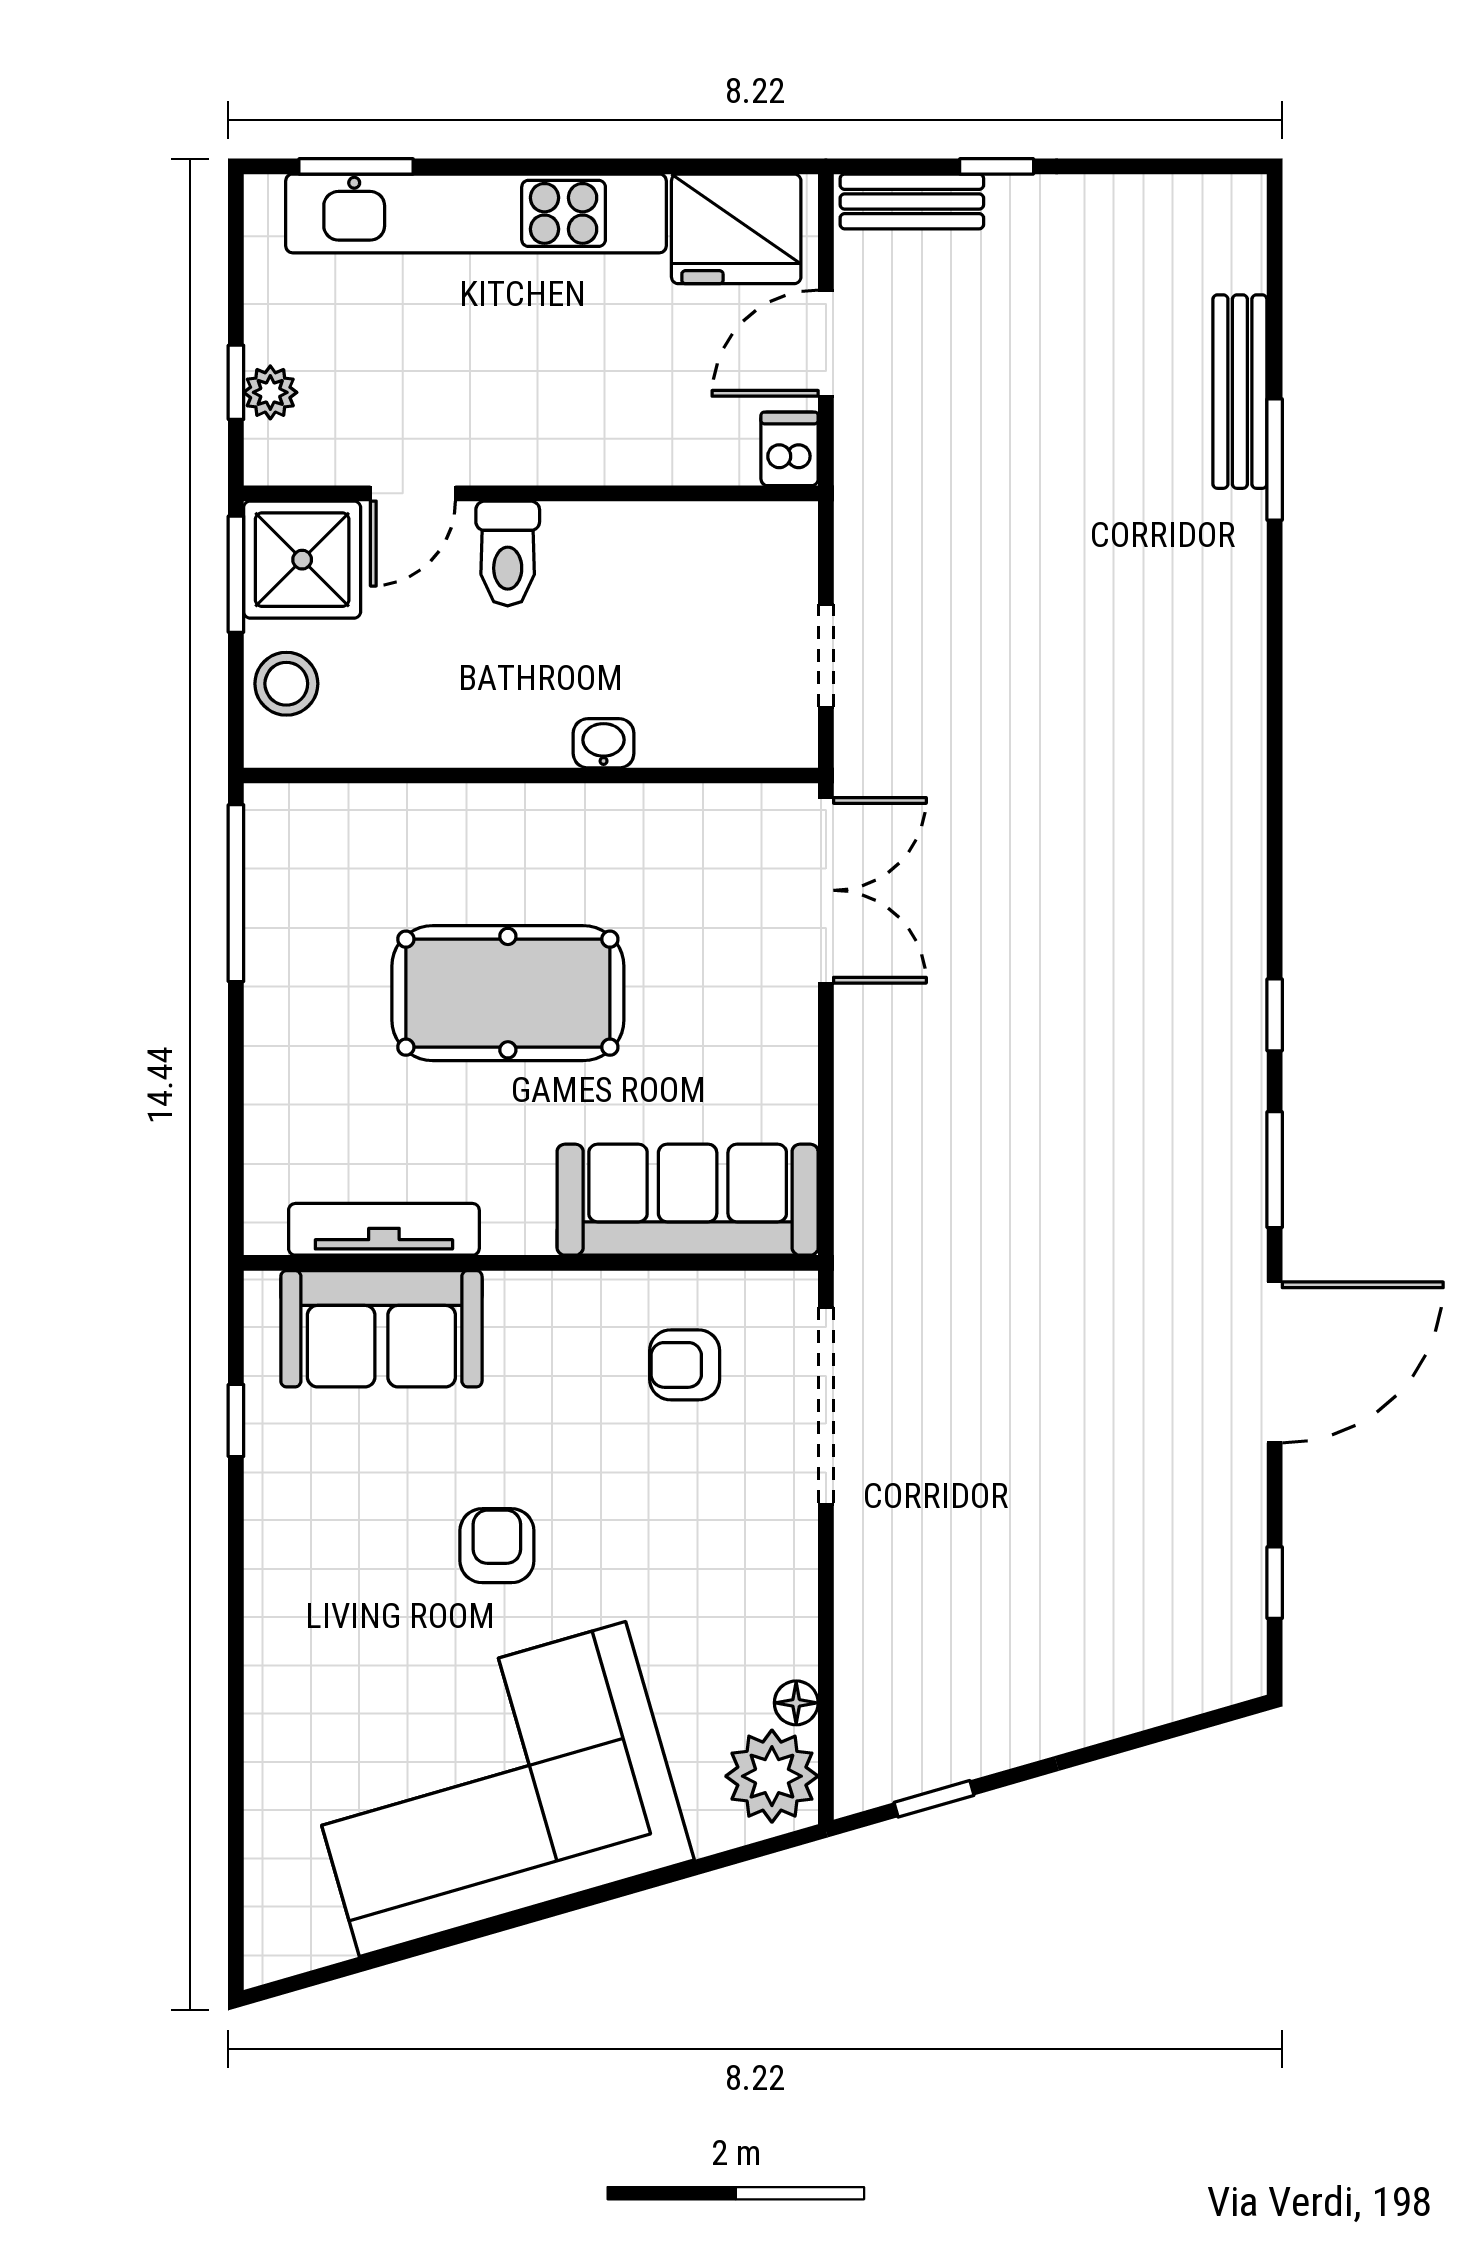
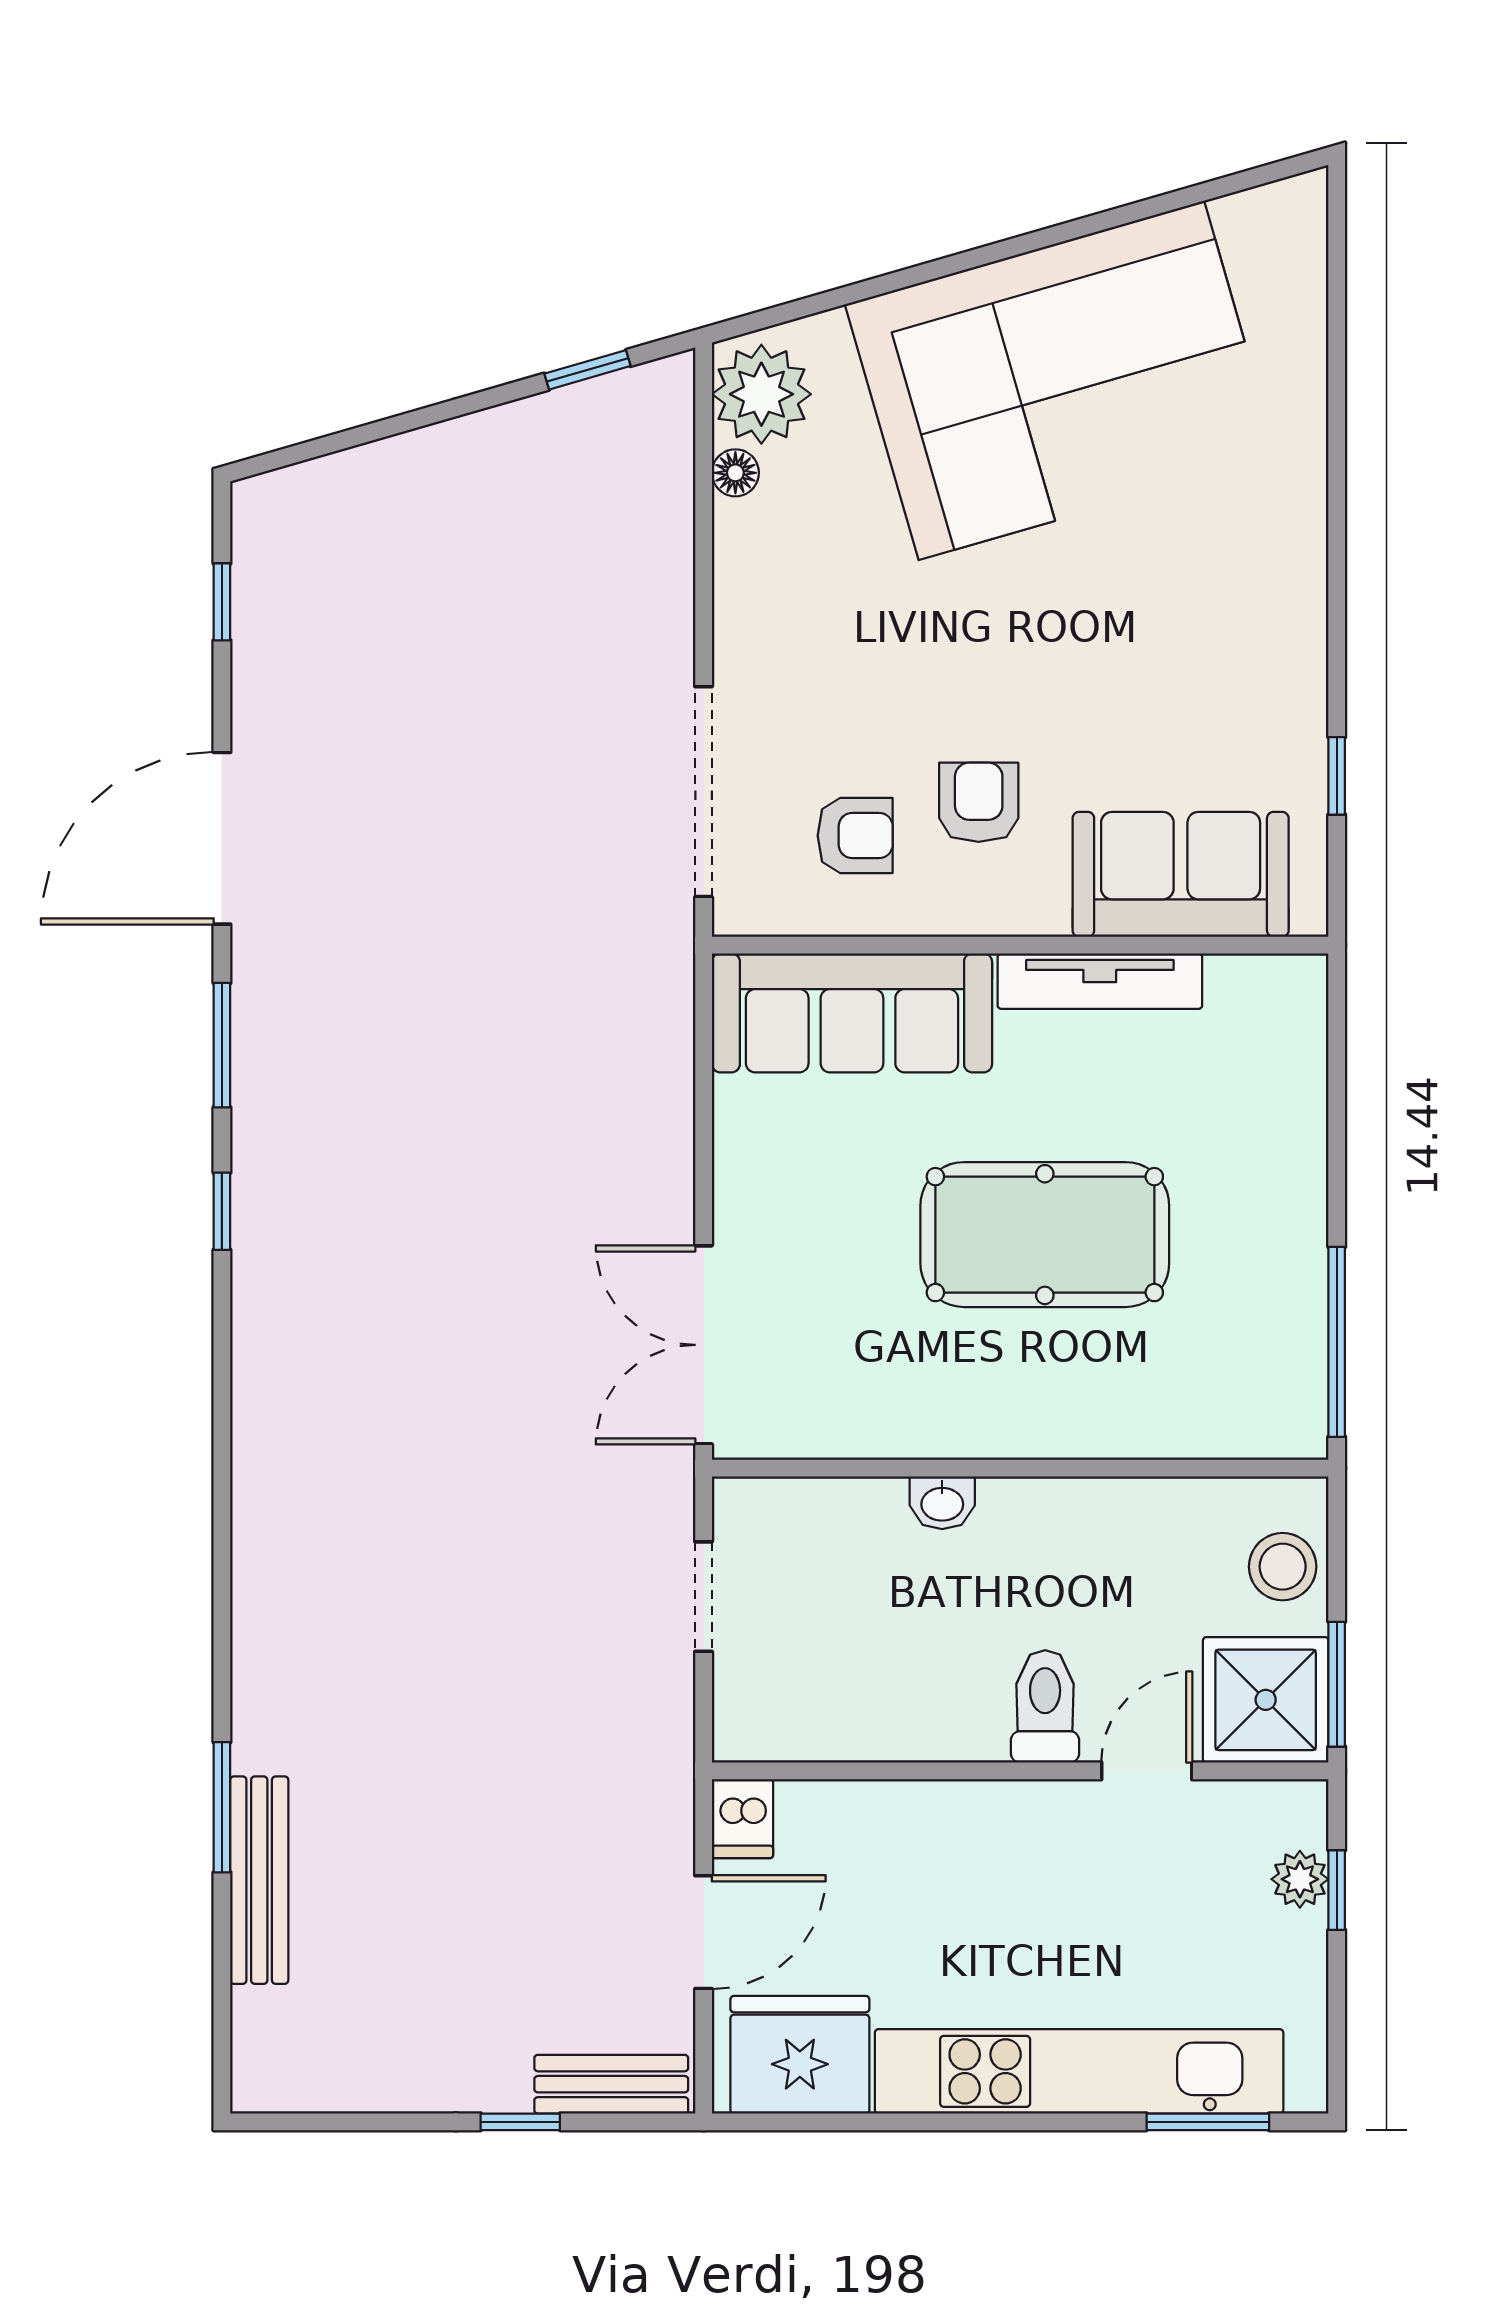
tv unit: (384, 1229) -> (1100, 981), moved
armchair: (497, 1546) -> (979, 802), moved, turned 180

